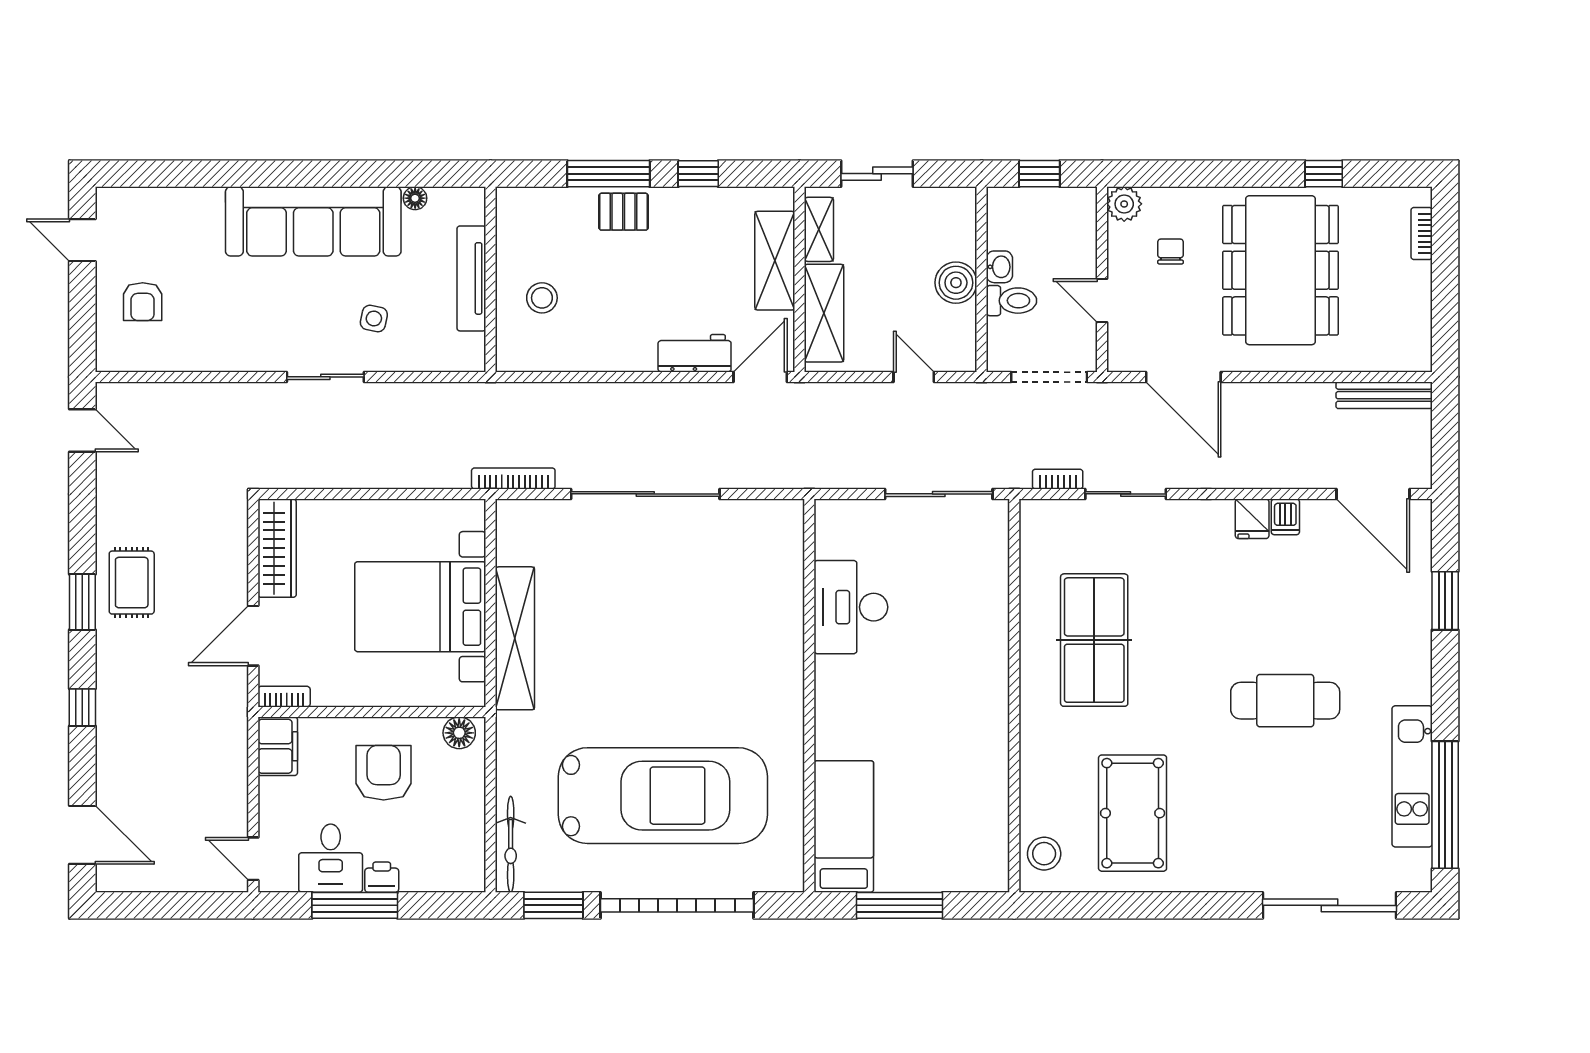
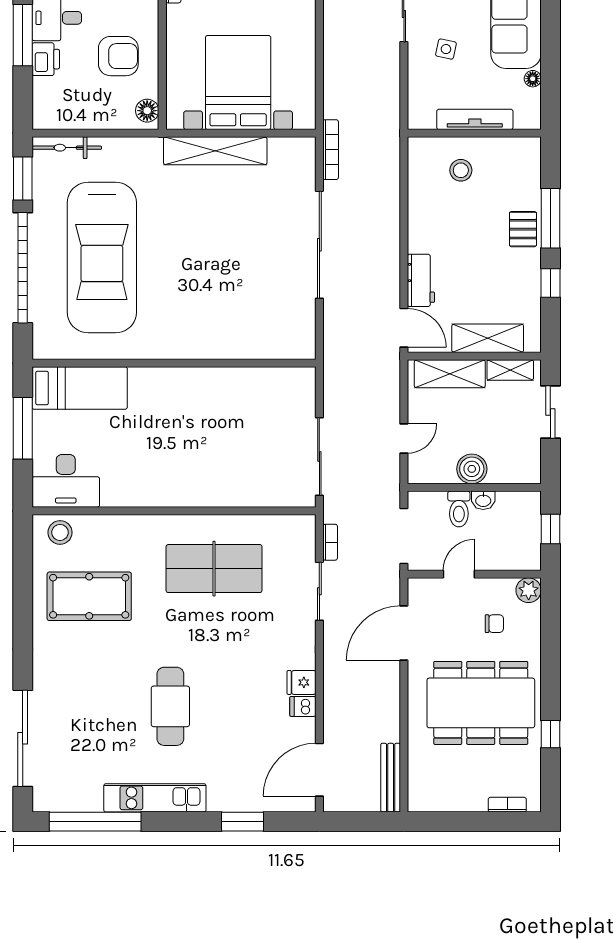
desk: (851, 607) -> (66, 481), moved, turned 180
kitchen unit: (1412, 776) -> (155, 798), moved
printer: (382, 877) -> (46, 59), width x1.36, depth x1.24

